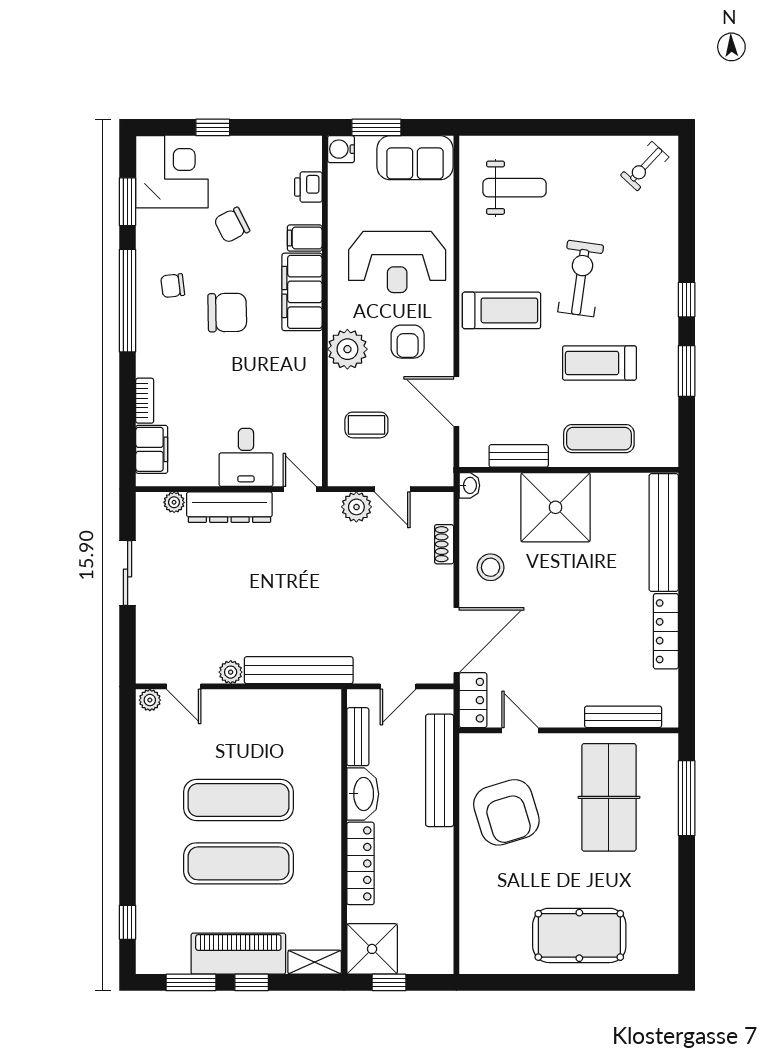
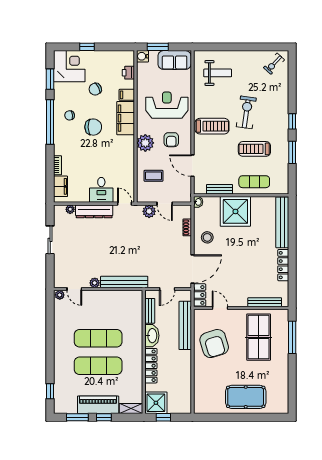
reception desk: (397, 262) -> (167, 105), turned 180

